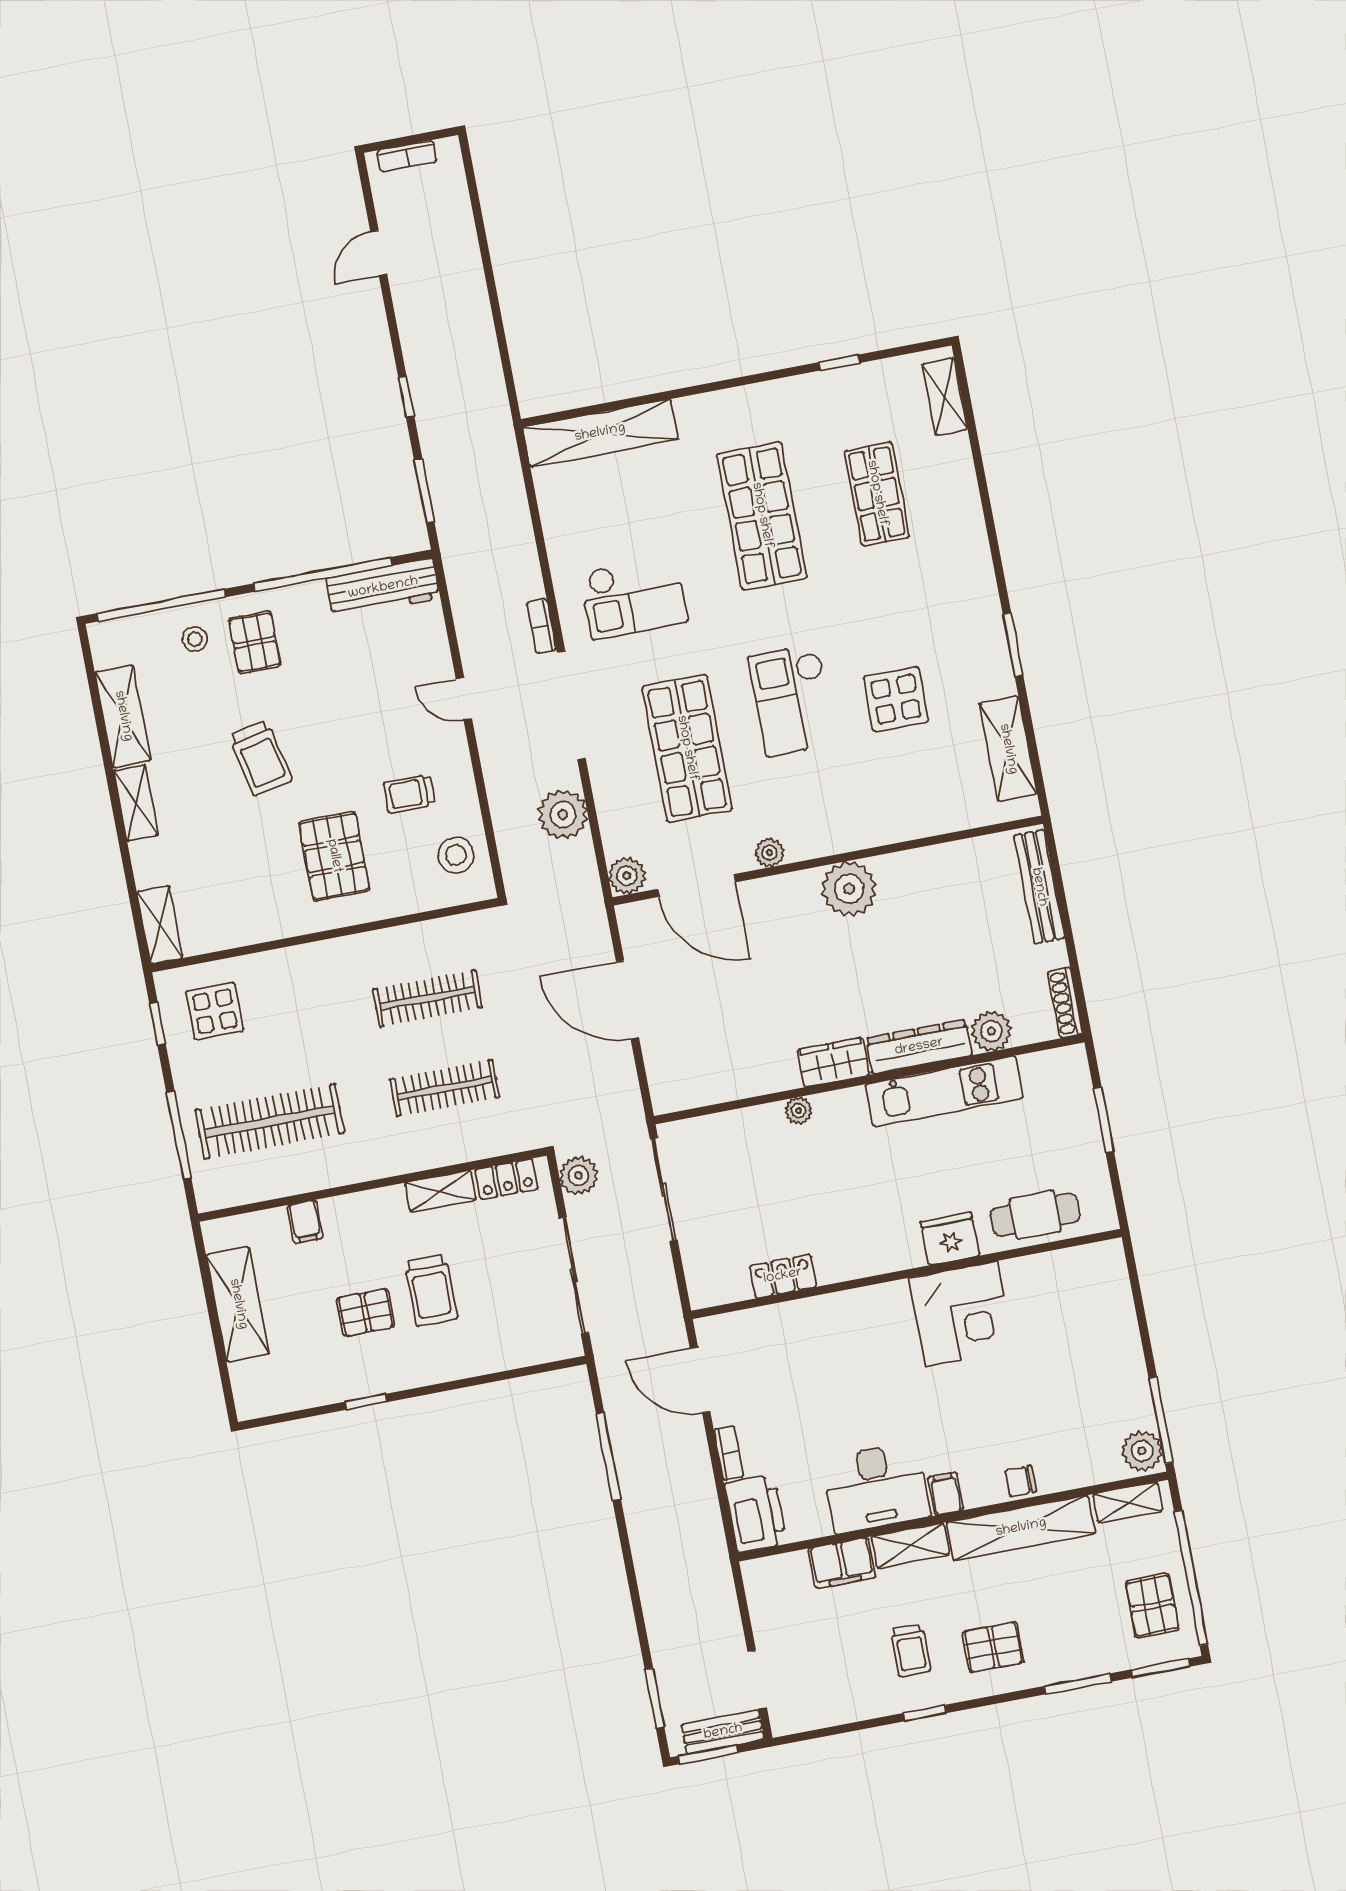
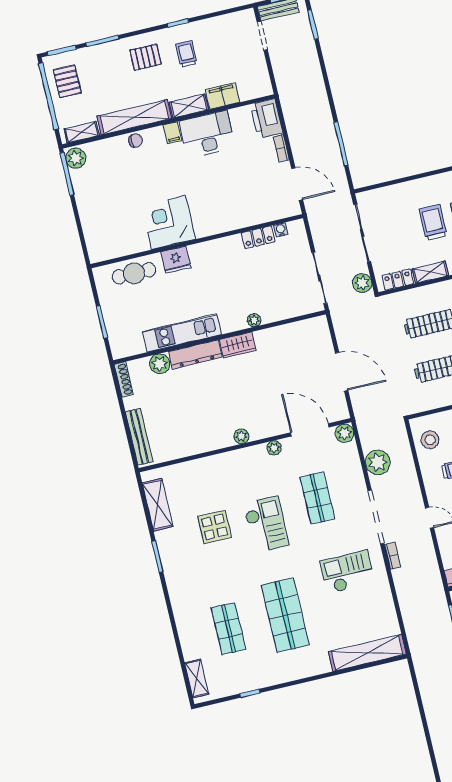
shop shelf: (687, 749) -> (317, 498), width x0.70, depth x0.74
plant: (849, 889) -> (241, 436), width x0.53, depth x0.53
water cooler: (737, 1290) -> (281, 230), added

